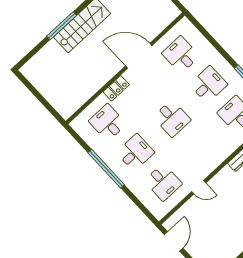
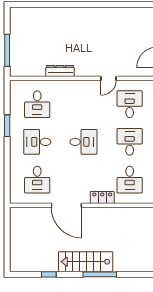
desk: (172, 118) -> (83, 142), turned 90
desk: (135, 152) -> (130, 142), turned 90
door: (199, 187) -> (109, 78), swing flipped

